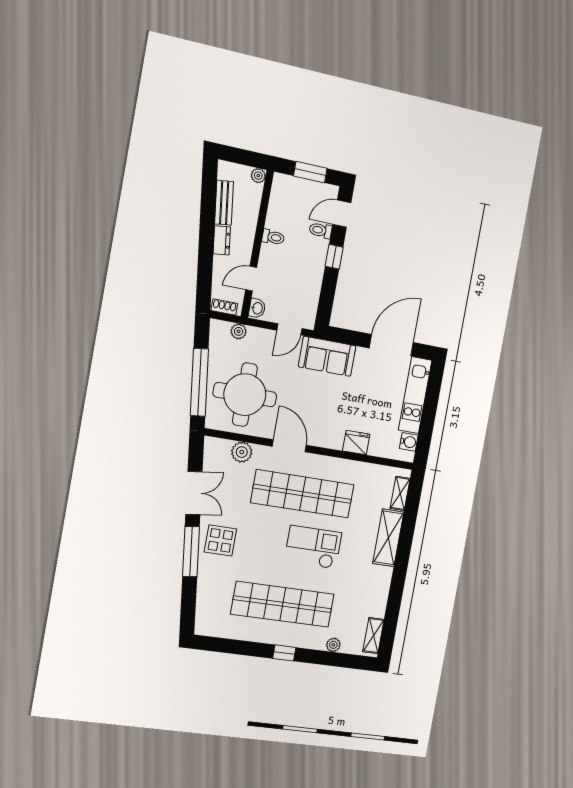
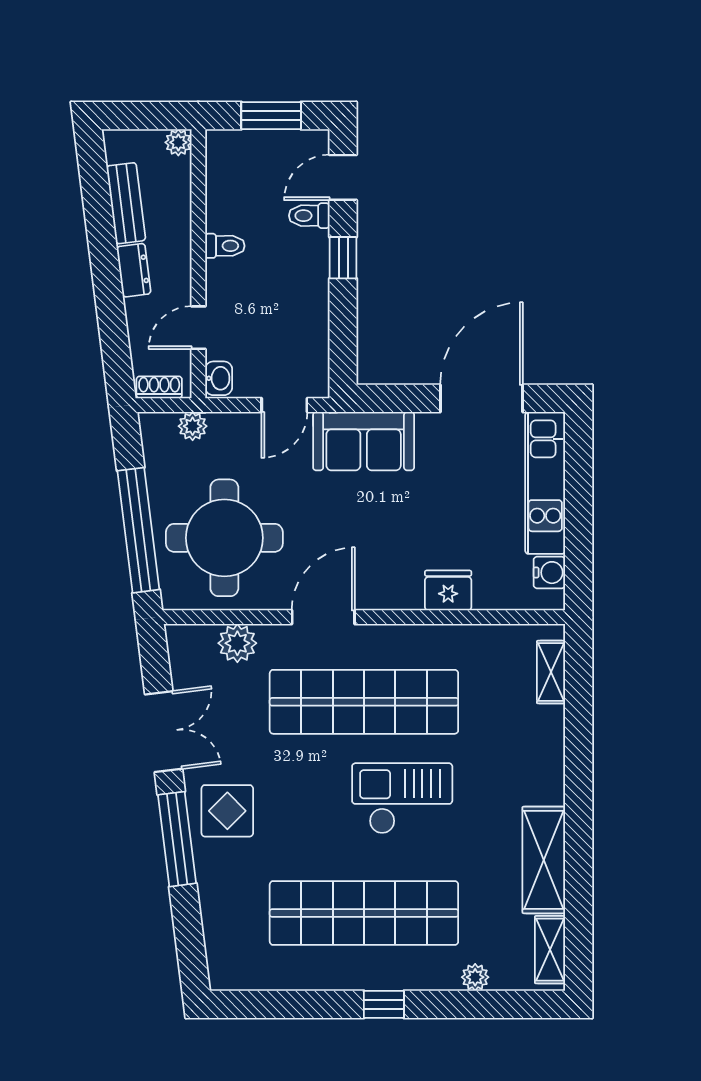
door: (289, 446) -> (323, 617), hinge flipped
shelving: (388, 538) -> (544, 860), moved

